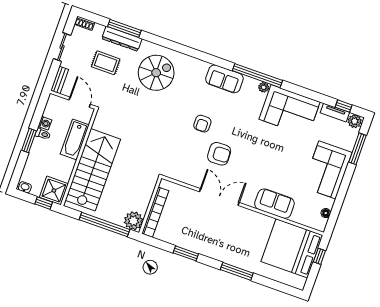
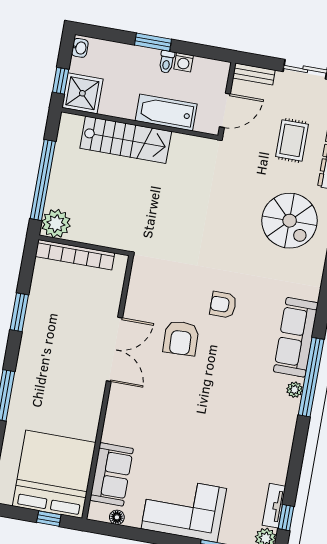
sofa: (224, 79) -> (296, 337), width x1.36
corner sofa: (290, 111) -> (265, 435), removed
stairs: (93, 170) -> (126, 140), width x0.73, depth x0.66
sofa: (274, 204) -> (111, 474), moved

